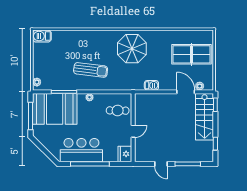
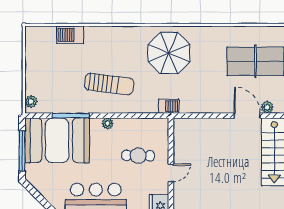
barbecue: (42, 36) -> (70, 35), moved
barbecue: (151, 85) -> (169, 106), moved
cafe table: (118, 111) -> (138, 156), moved

